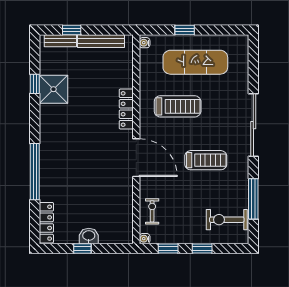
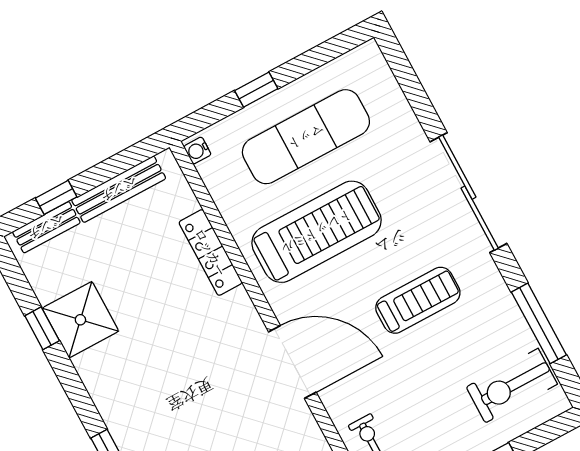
treadmill: (178, 106) -> (317, 232), width x1.37, depth x1.38
locker: (126, 109) -> (211, 252), moved

